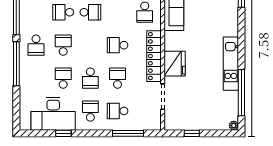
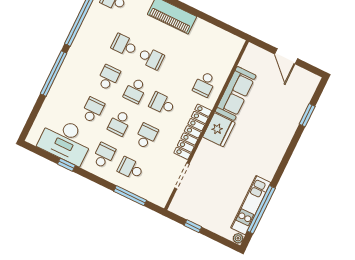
school desk: (36, 45) -> (135, 91), moved
fridge: (175, 64) -> (219, 130), moved
kitchen unit: (231, 64) -> (251, 205), moved

